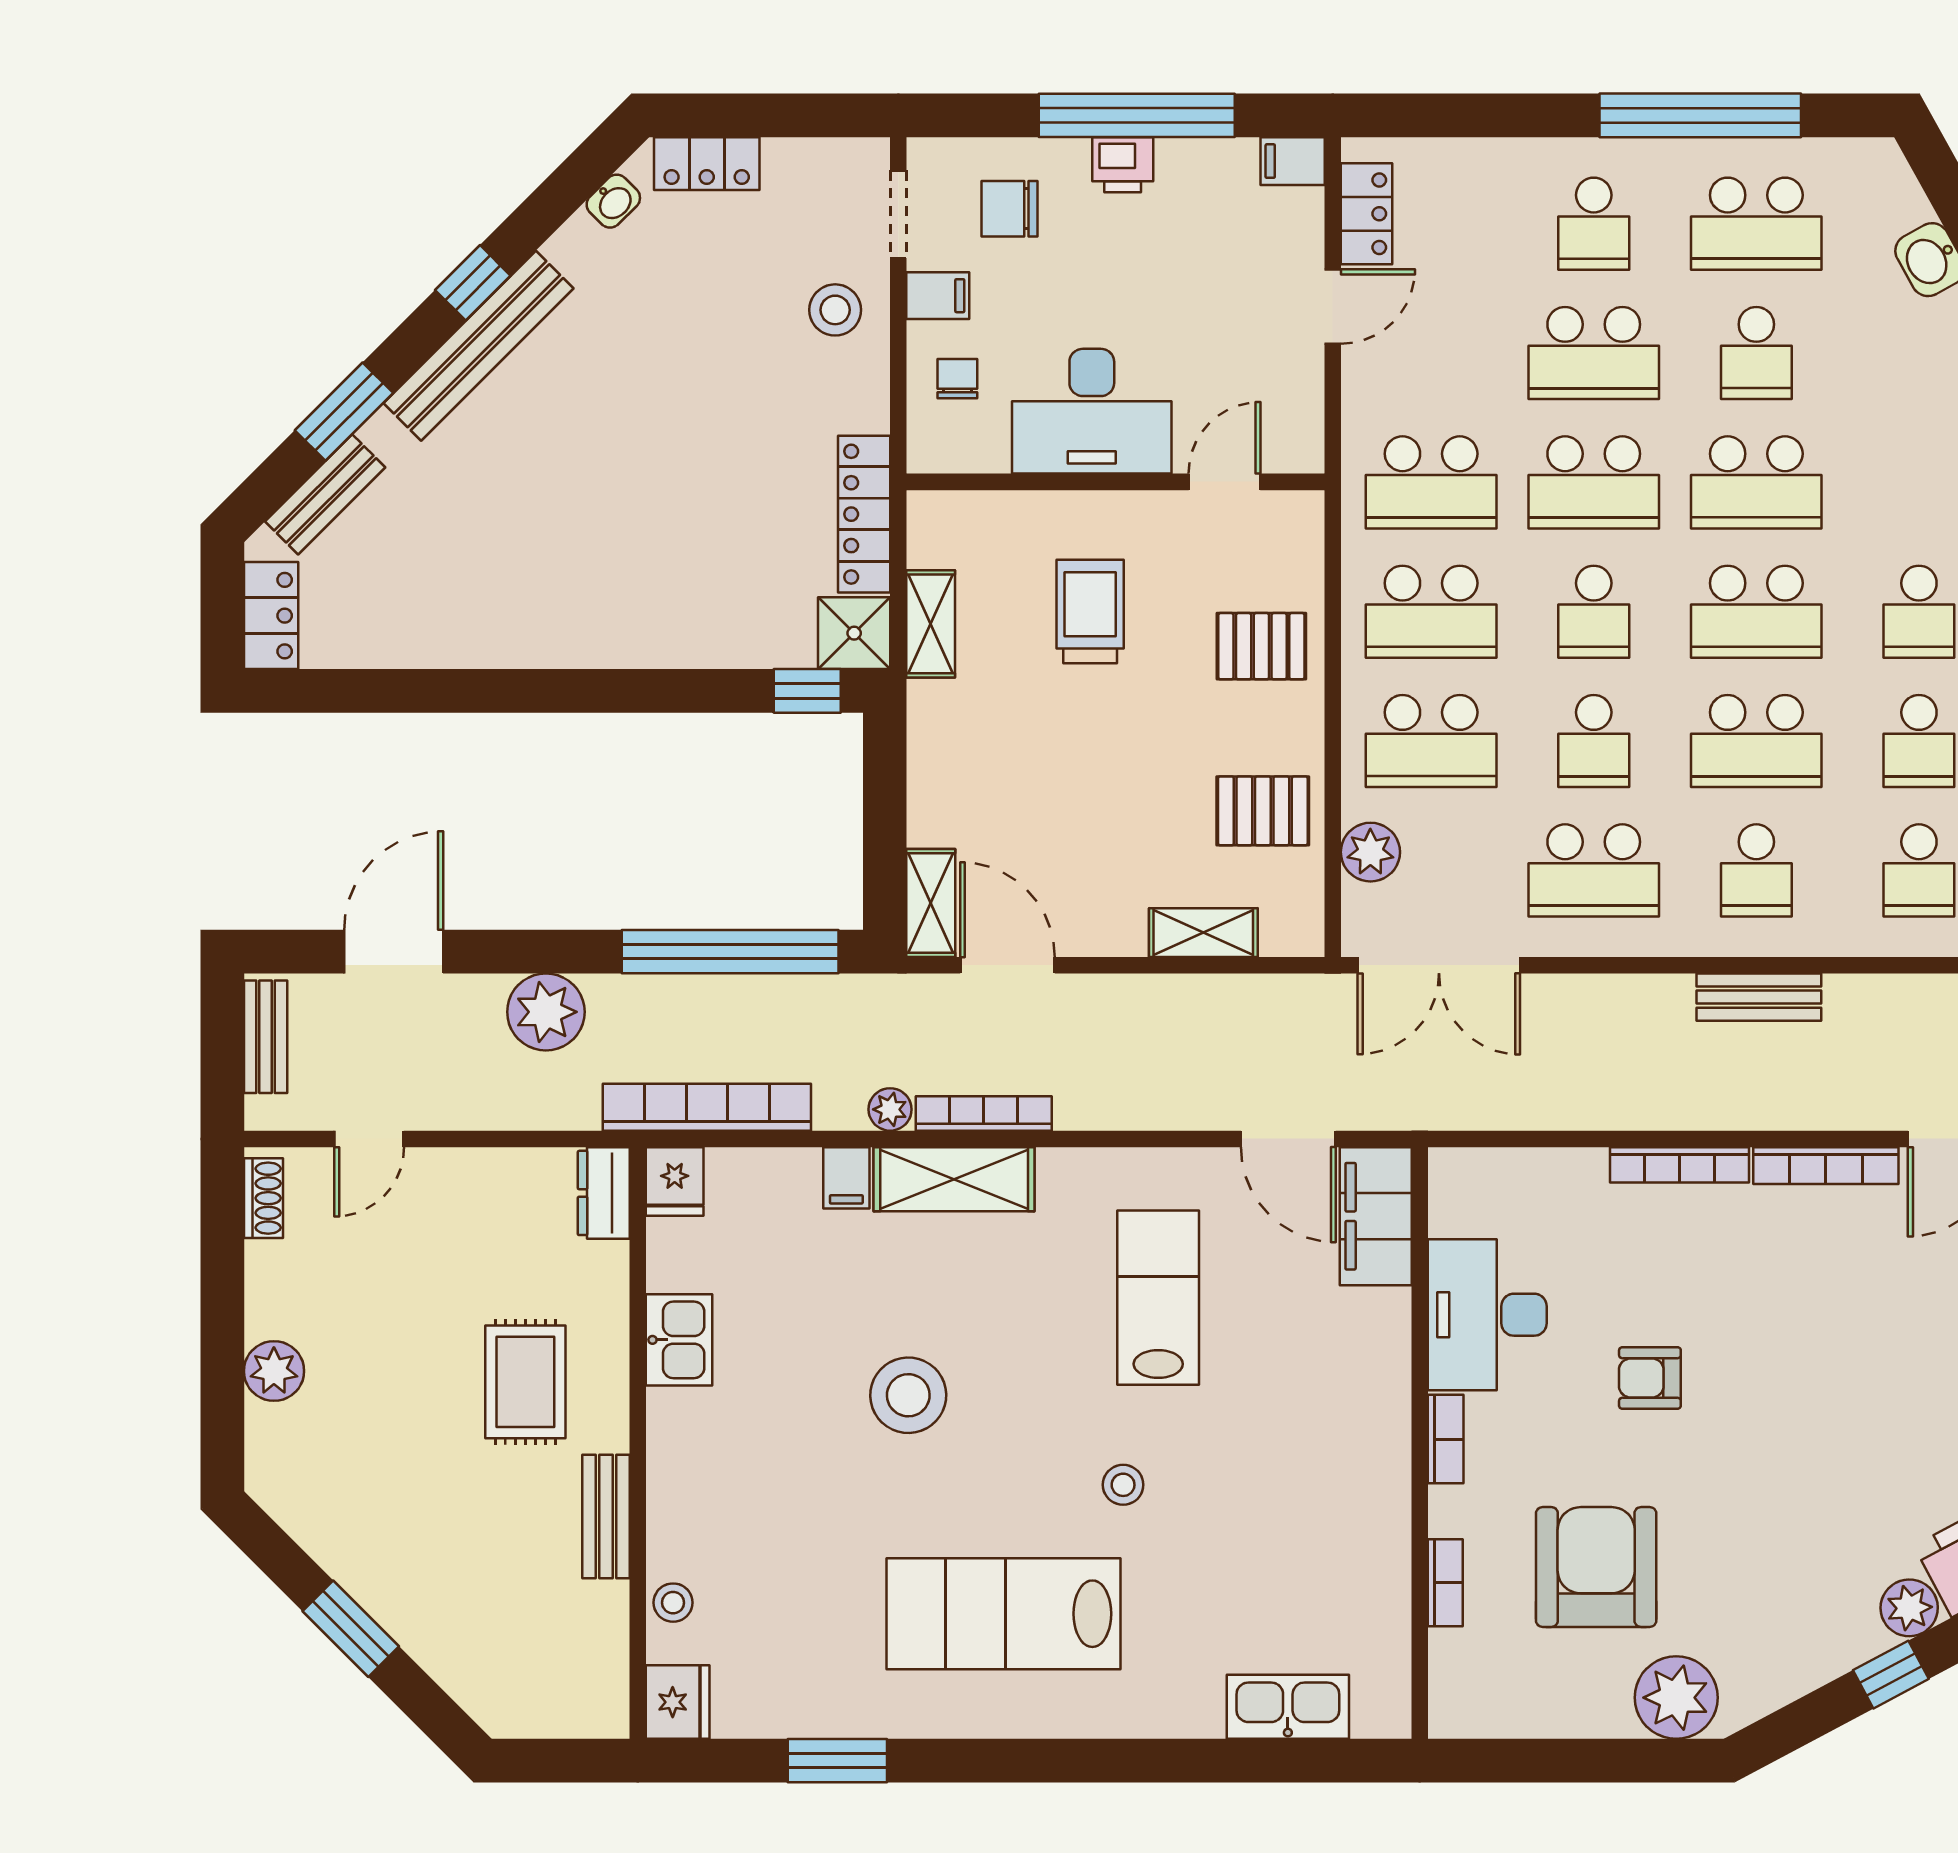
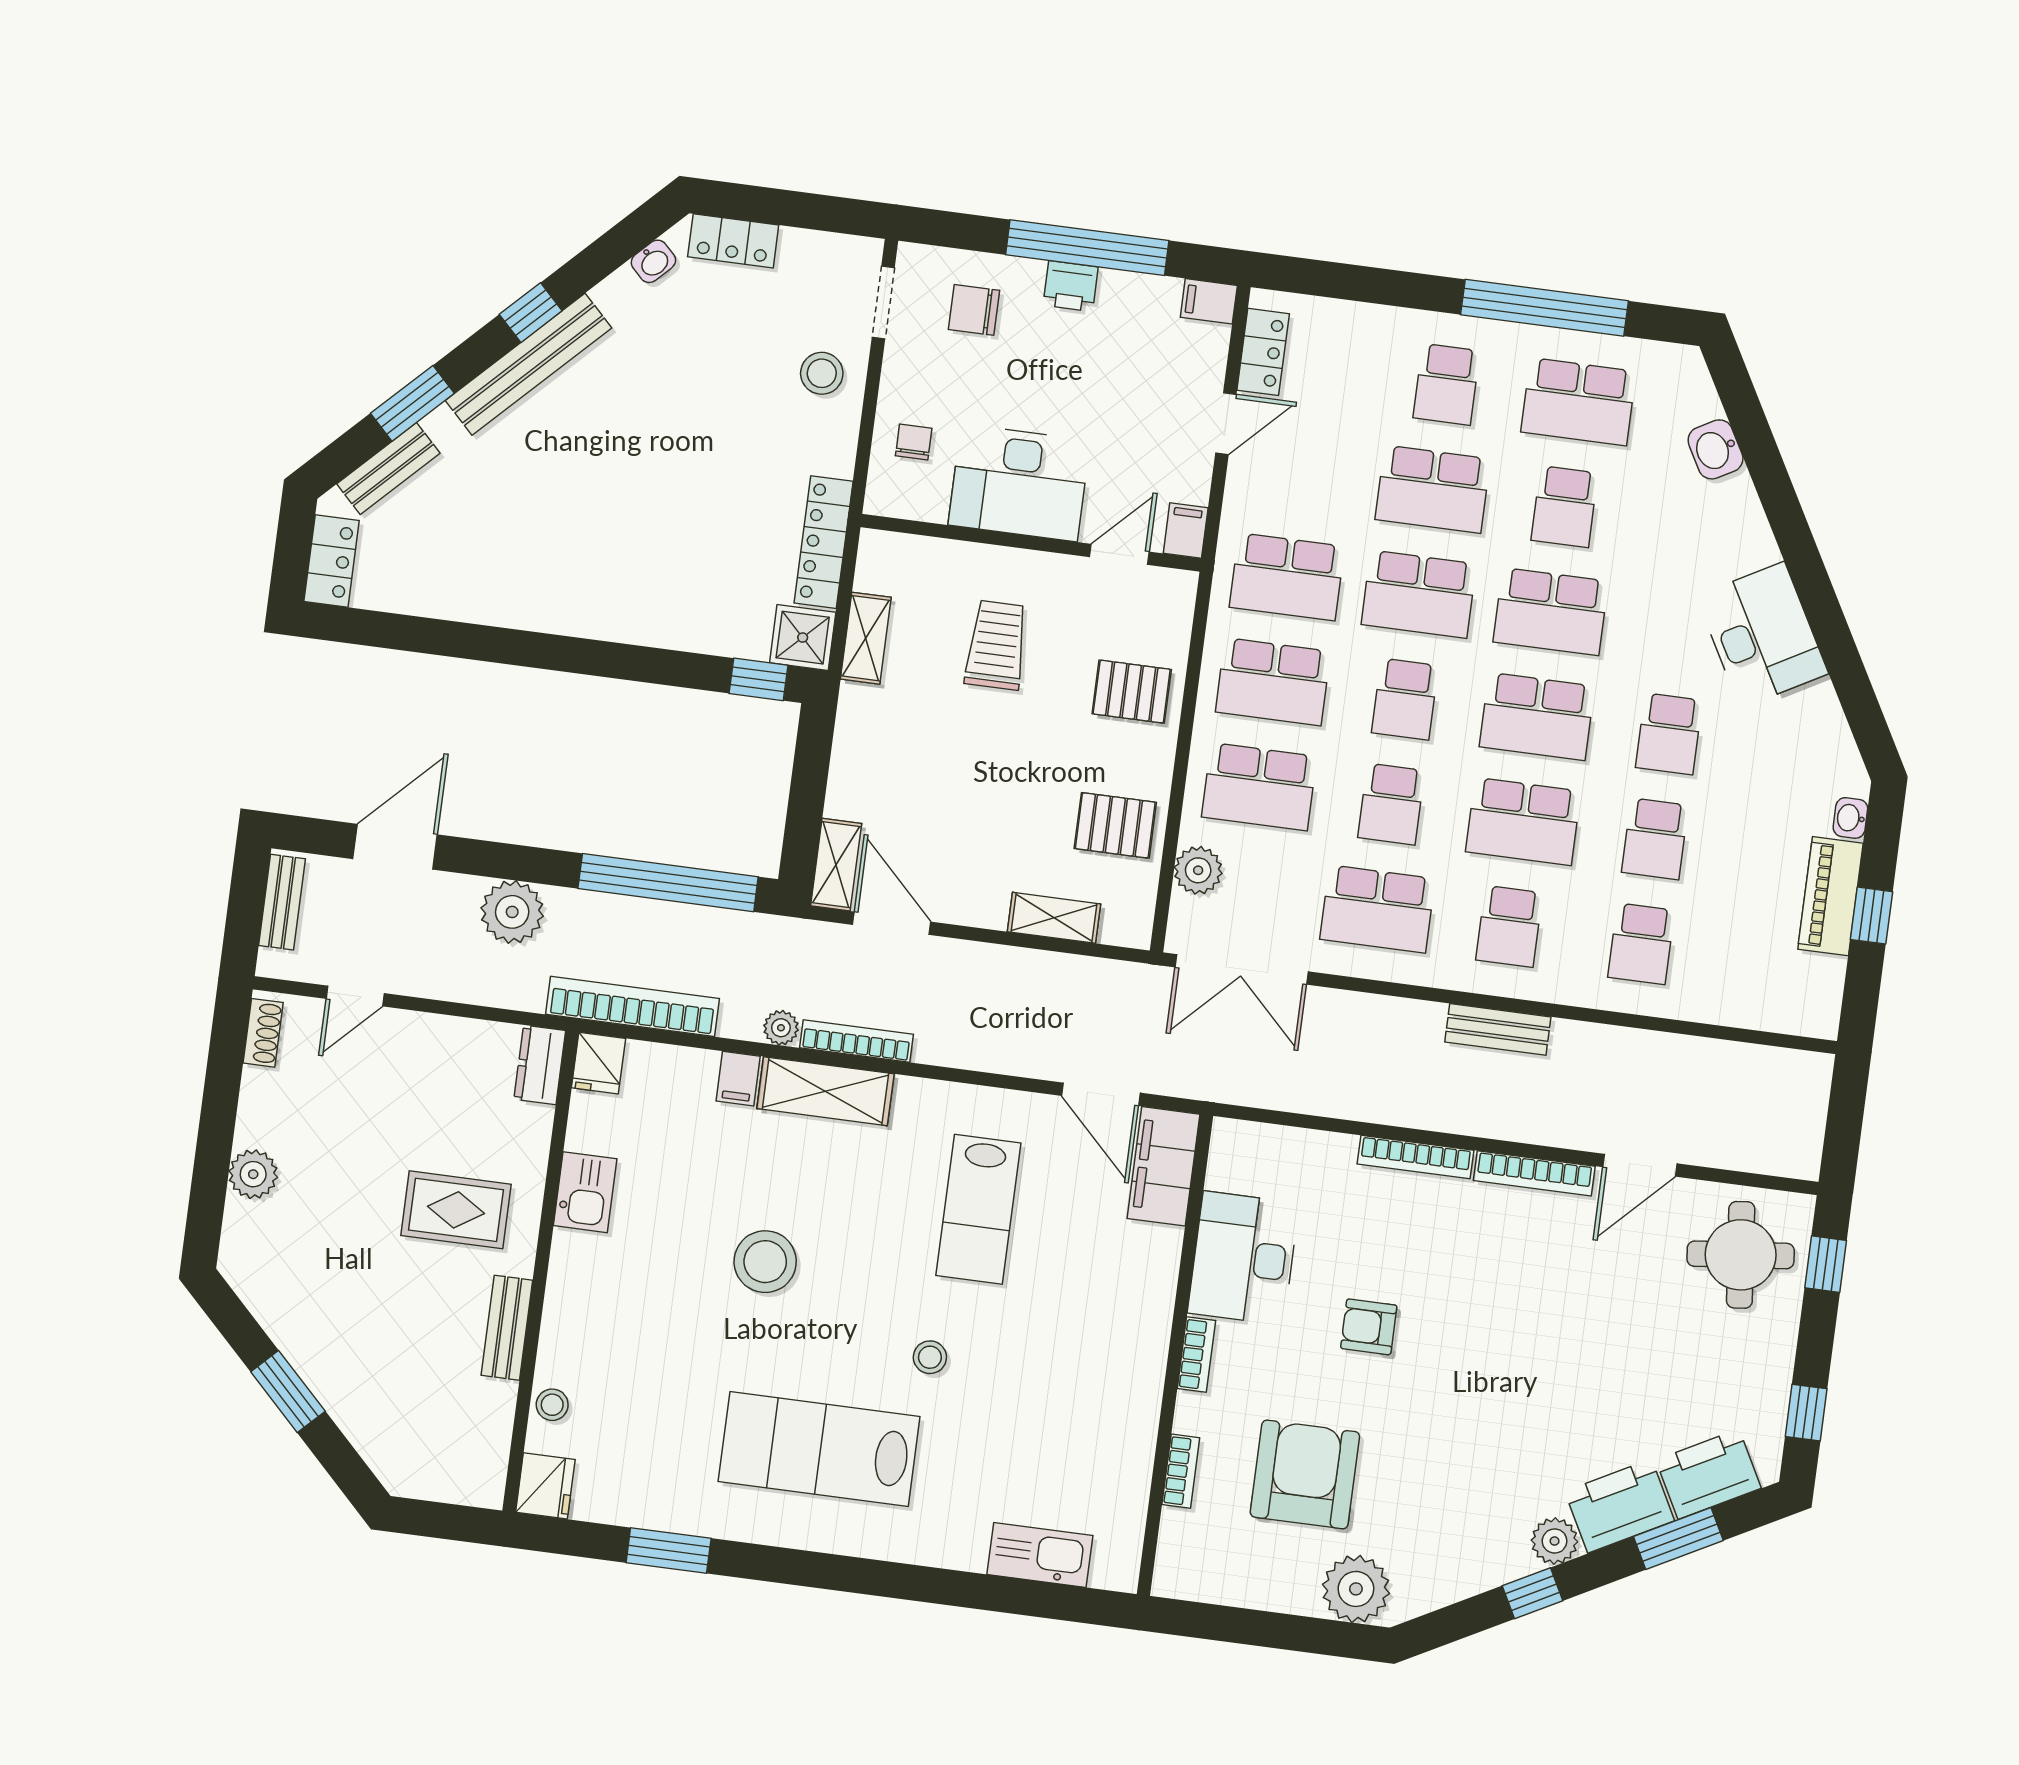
filing cabinet: (938, 296) -> (1186, 530), moved, turned -90
lab bench: (1158, 1298) -> (978, 1209), turned 180
rug: (525, 1382) -> (456, 1210), turned 90

